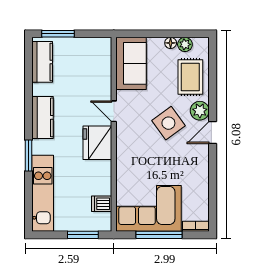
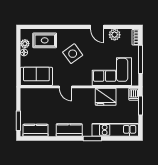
door: (114, 111) -> (65, 87), hinge flipped
plant: (200, 111) -> (115, 35), moved
door: (213, 132) -> (97, 27), moved
fridge: (97, 143) -> (106, 97), moved
dishwasher: (102, 204) -> (134, 94), moved
corner sofa: (149, 208) -> (112, 72), moved, turned 90

